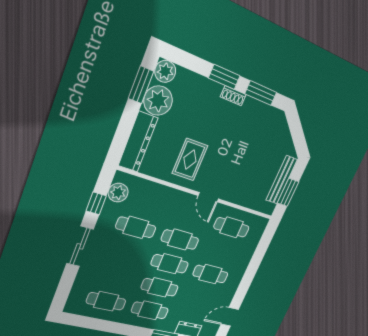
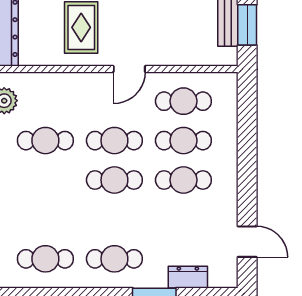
door: (208, 197) -> (129, 69), hinge flipped
cafe table: (160, 287) -> (183, 141), moved
door: (230, 317) -> (247, 242), swing flipped

